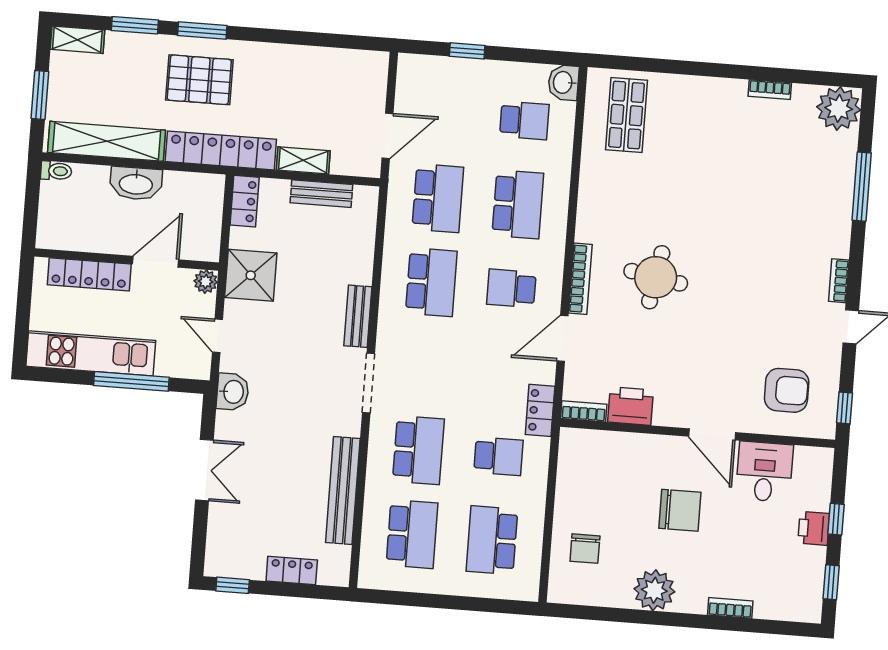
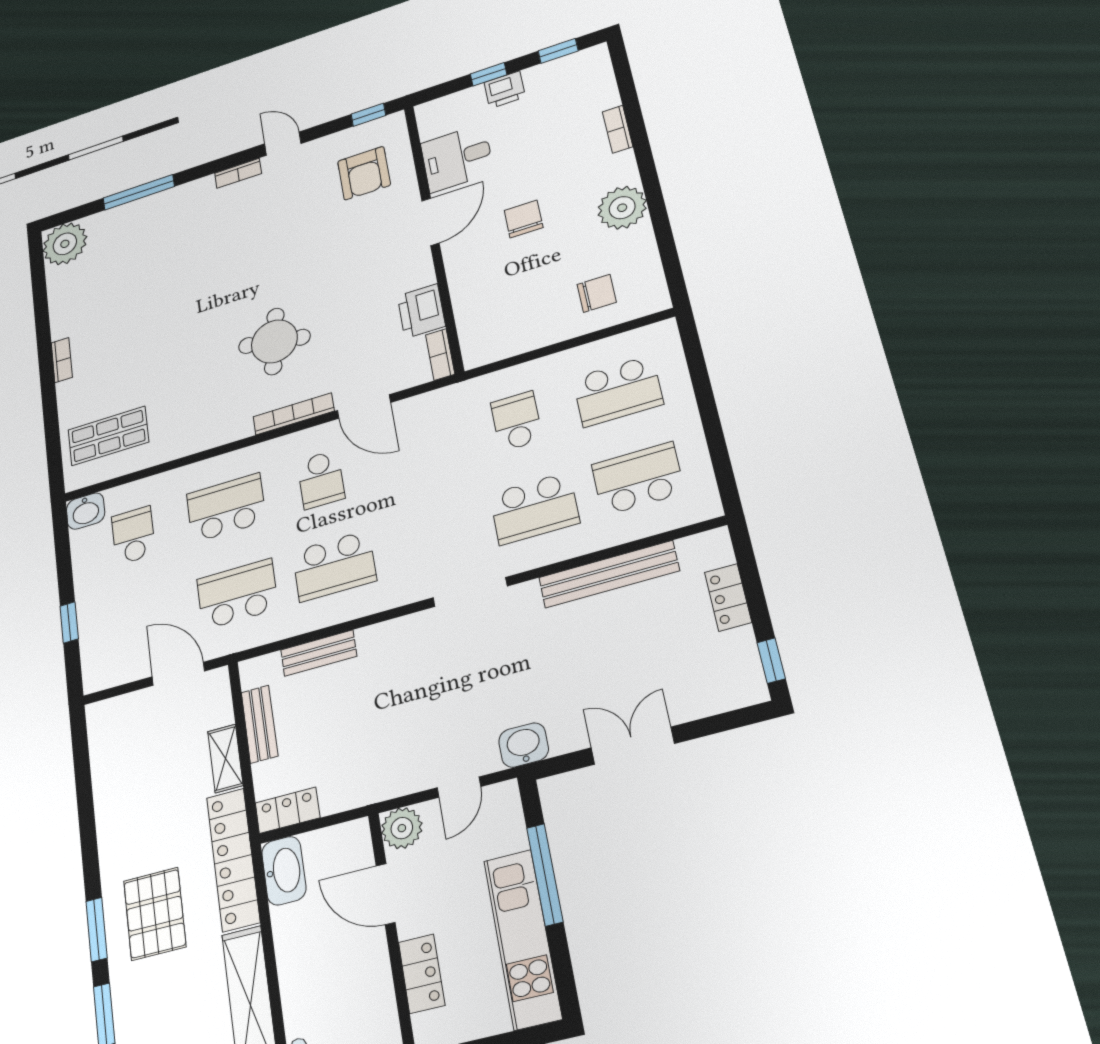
bookcase: (770, 90) -> (62, 360), moved
washbasin: (136, 183) -> (284, 871), moved
locker: (89, 274) -> (422, 974), width x0.66
shower: (251, 275) -> (375, 773), removed
plant: (206, 282) -> (402, 828), width x1.38, depth x1.38
school desk: (431, 282) -> (334, 566), turned 180
bench: (358, 316) -> (319, 653), moved
armchair: (787, 390) -> (364, 173), turned 180
locker: (540, 410) -> (451, 398), removed
school desk: (418, 450) -> (534, 508), turned 180
chair: (680, 510) -> (524, 219), width x0.73, depth x0.73

